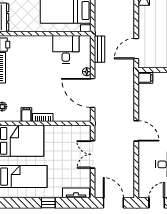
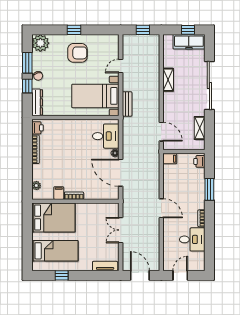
bench: (100, 49) -> (127, 104), moved
door: (136, 49) -> (161, 132), swing flipped
desk: (66, 50) -> (106, 136), moved, turned 90
window: (48, 203) -> (62, 275), moved

